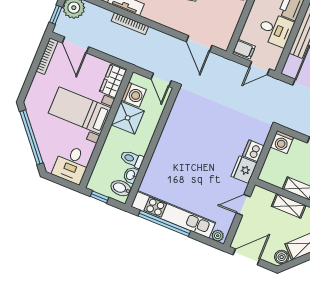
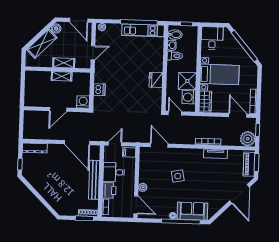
fridge: (244, 170) -> (156, 80), moved, turned 180
kitchen unit: (173, 214) -> (143, 30), width x0.73
door: (246, 257) -> (79, 20), hinge flipped

